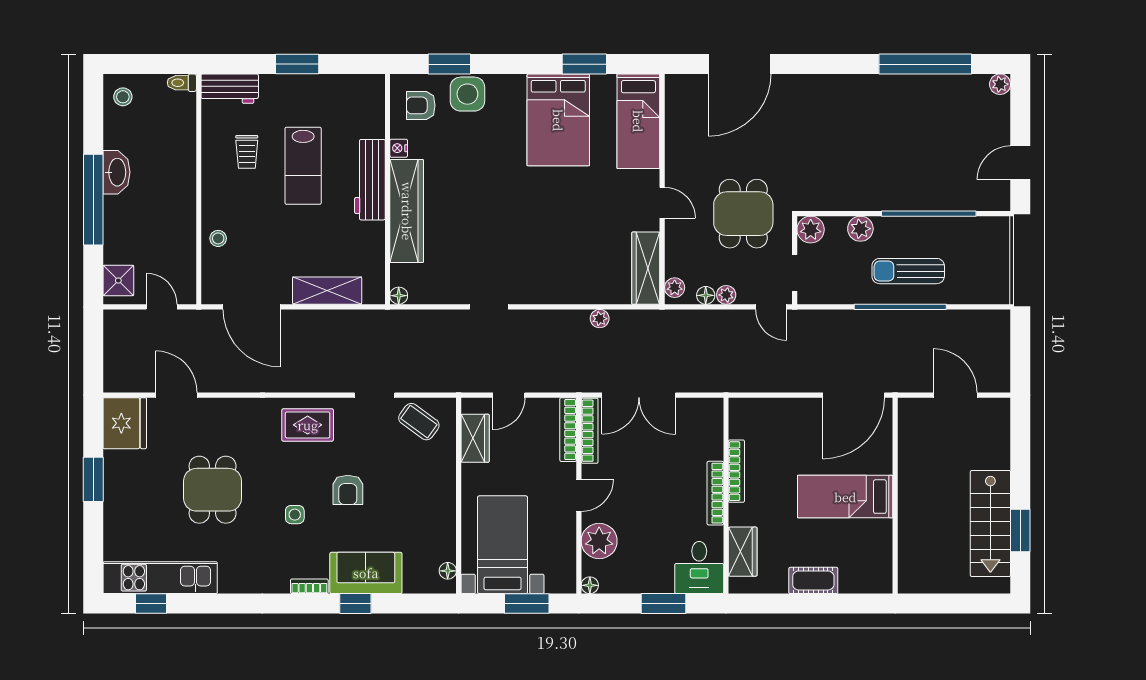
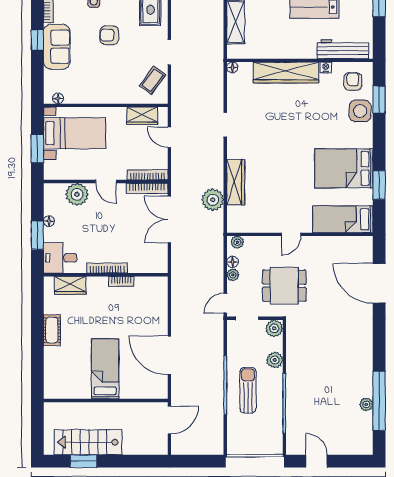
plant: (1000, 84) -> (366, 404), moved
workbench: (370, 180) -> (343, 49), moved
wardrobe: (646, 268) -> (236, 182), moved, turned 90
plant: (600, 319) -> (213, 200), width x1.88, depth x1.88
bookcase: (736, 471) -> (121, 281), width x0.64
wall: (895, 496) -> (106, 401), moved
bed: (845, 497) -> (105, 369), moved
floor lamp: (590, 585) -> (49, 221), moved

